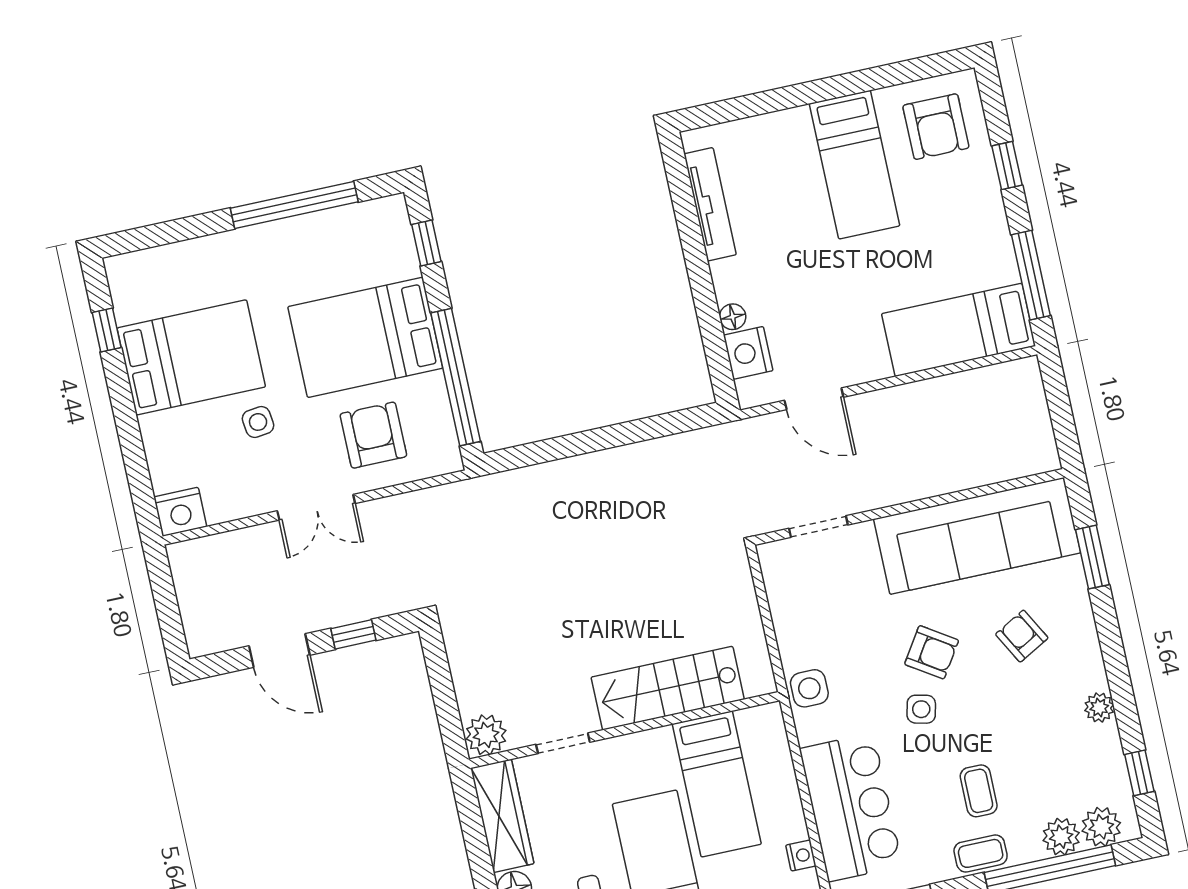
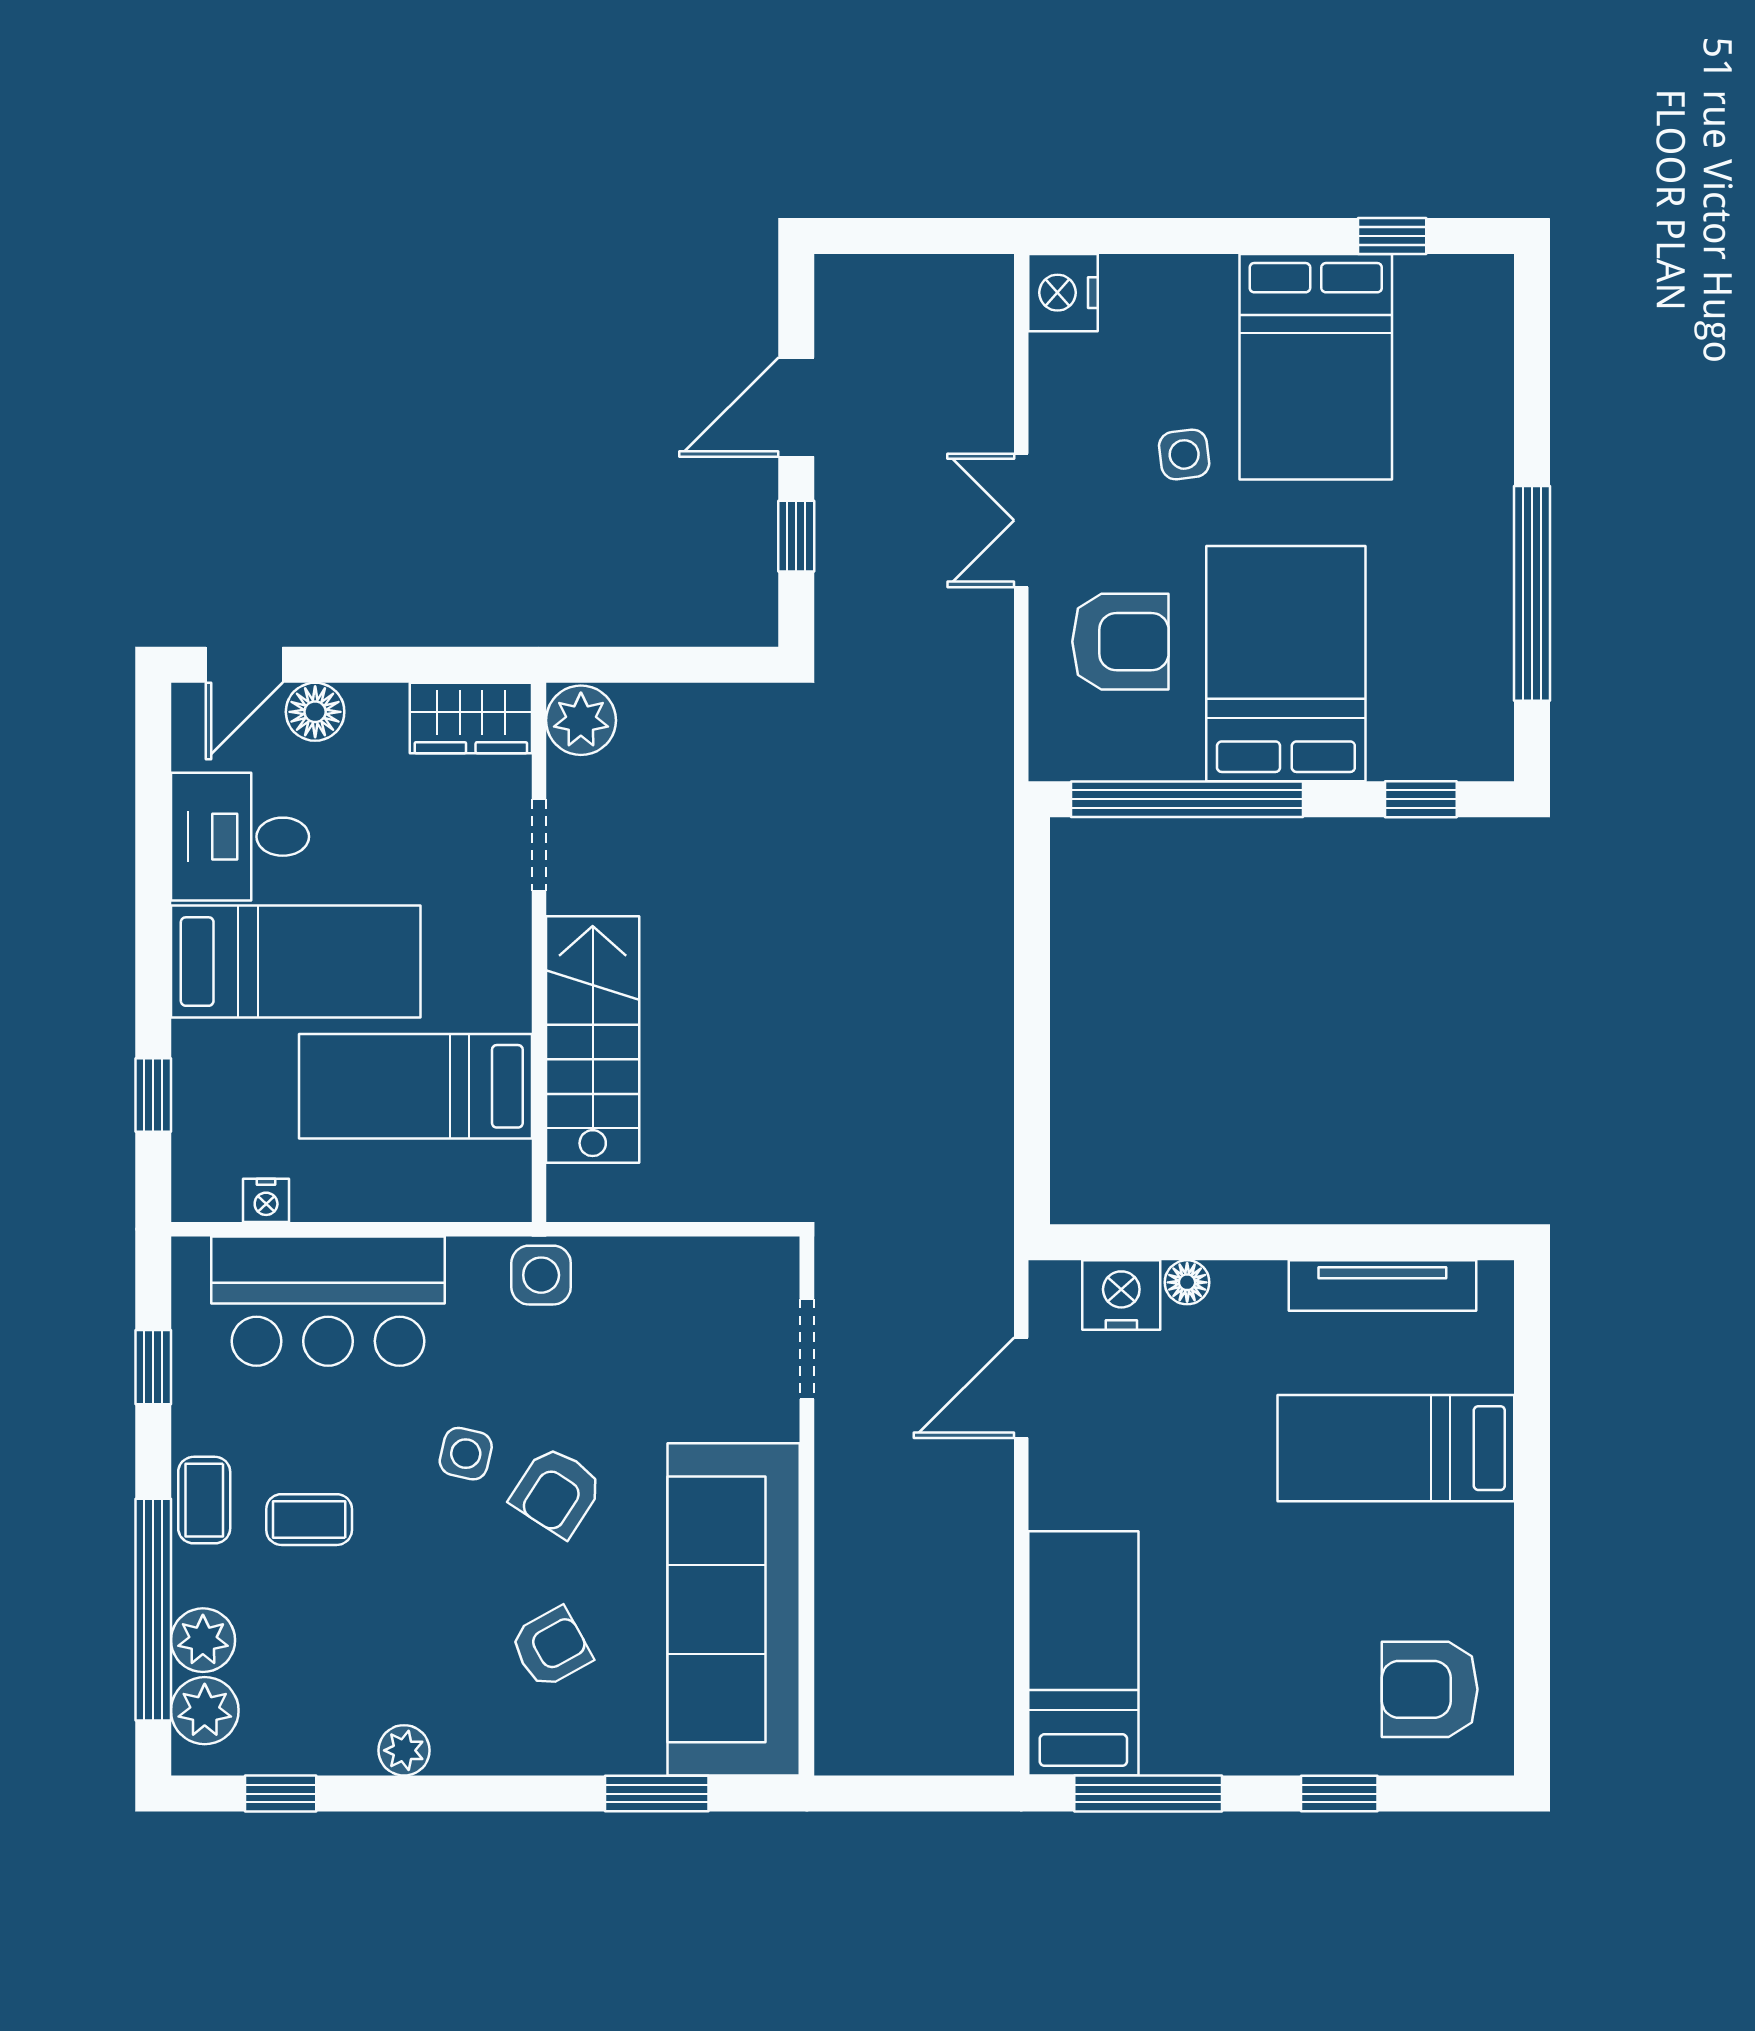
bed: (855, 165) -> (1396, 1448), moved
wardrobe: (502, 816) -> (471, 718), width x0.67

